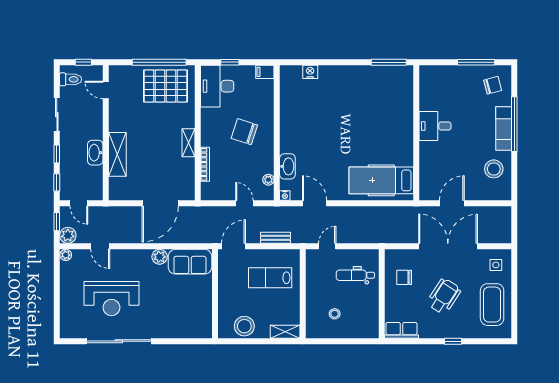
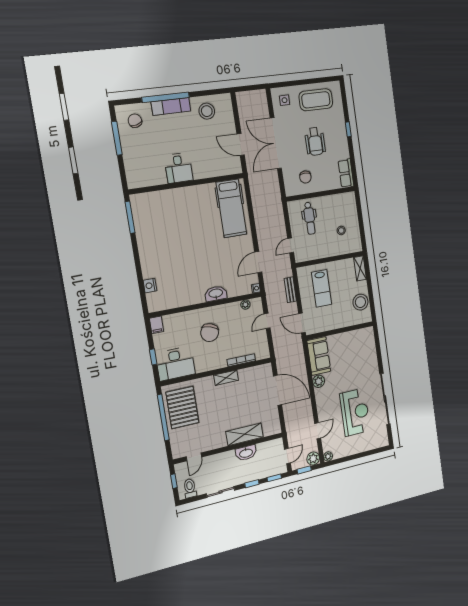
washbasin: (287, 166) -> (216, 294), moved
door: (327, 246) -> (291, 245), hinge flipped
wheelchair: (444, 296) -> (315, 141), turned -123

